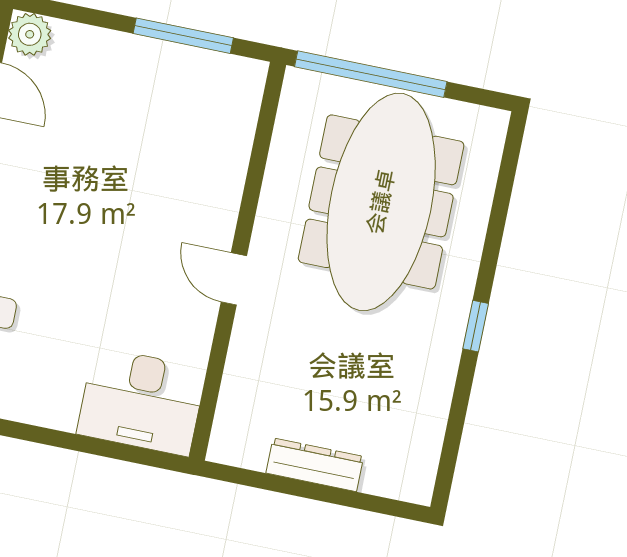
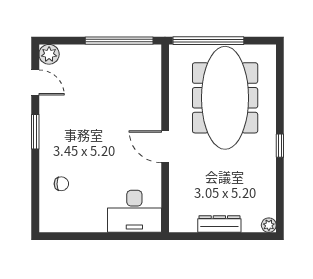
window: (183, 36) -> (119, 41), width x1.46
door: (234, 279) -> (165, 147), width x1.38
plant: (418, 488) -> (269, 225), added

